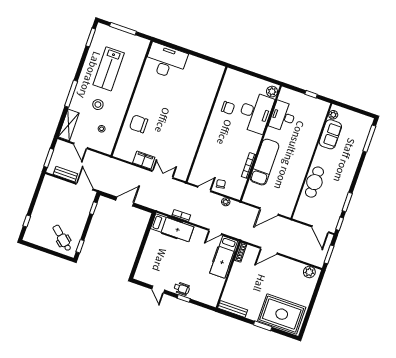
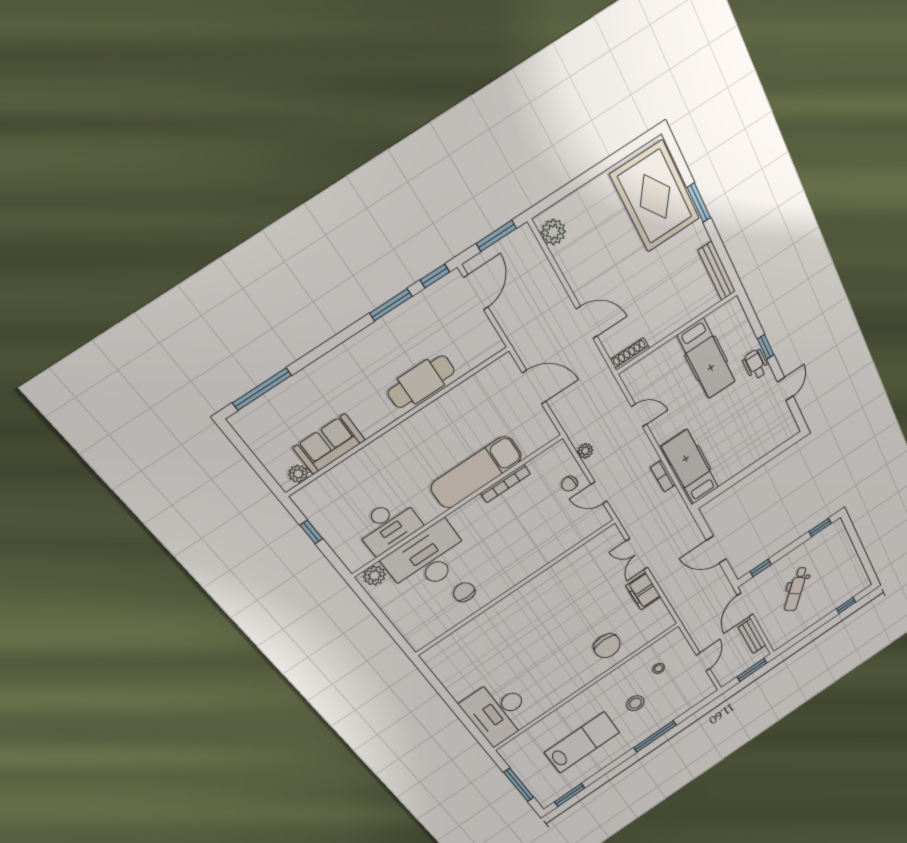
shelving: (69, 125) -> (693, 698), removed
dental chair: (62, 238) -> (796, 589), moved
hospital bed: (224, 257) -> (706, 359), moved, turned 90

